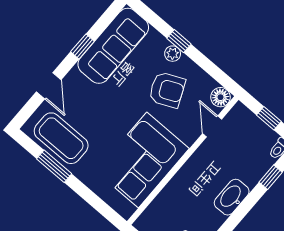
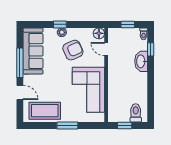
window: (82, 46) -> (20, 63), width x2.17
window: (54, 166) -> (67, 126), moved
washbasin: (232, 197) -> (141, 61), moved

